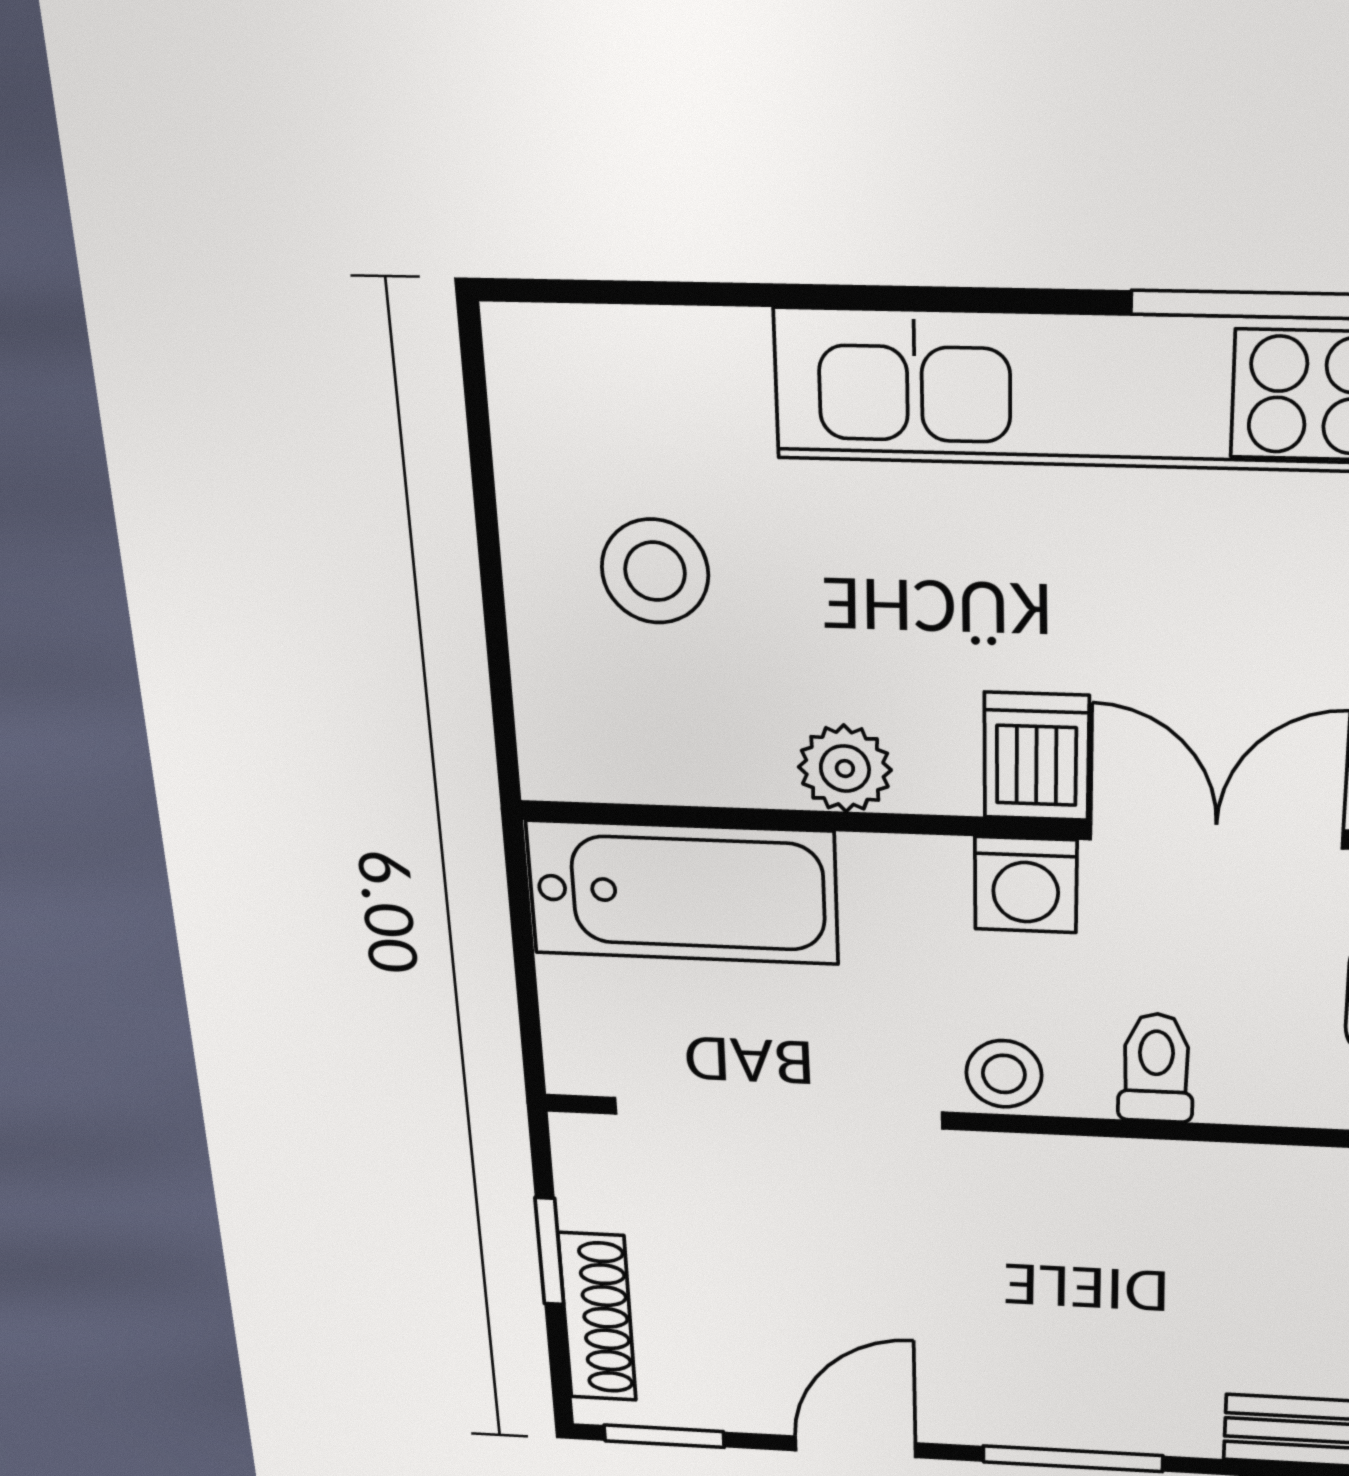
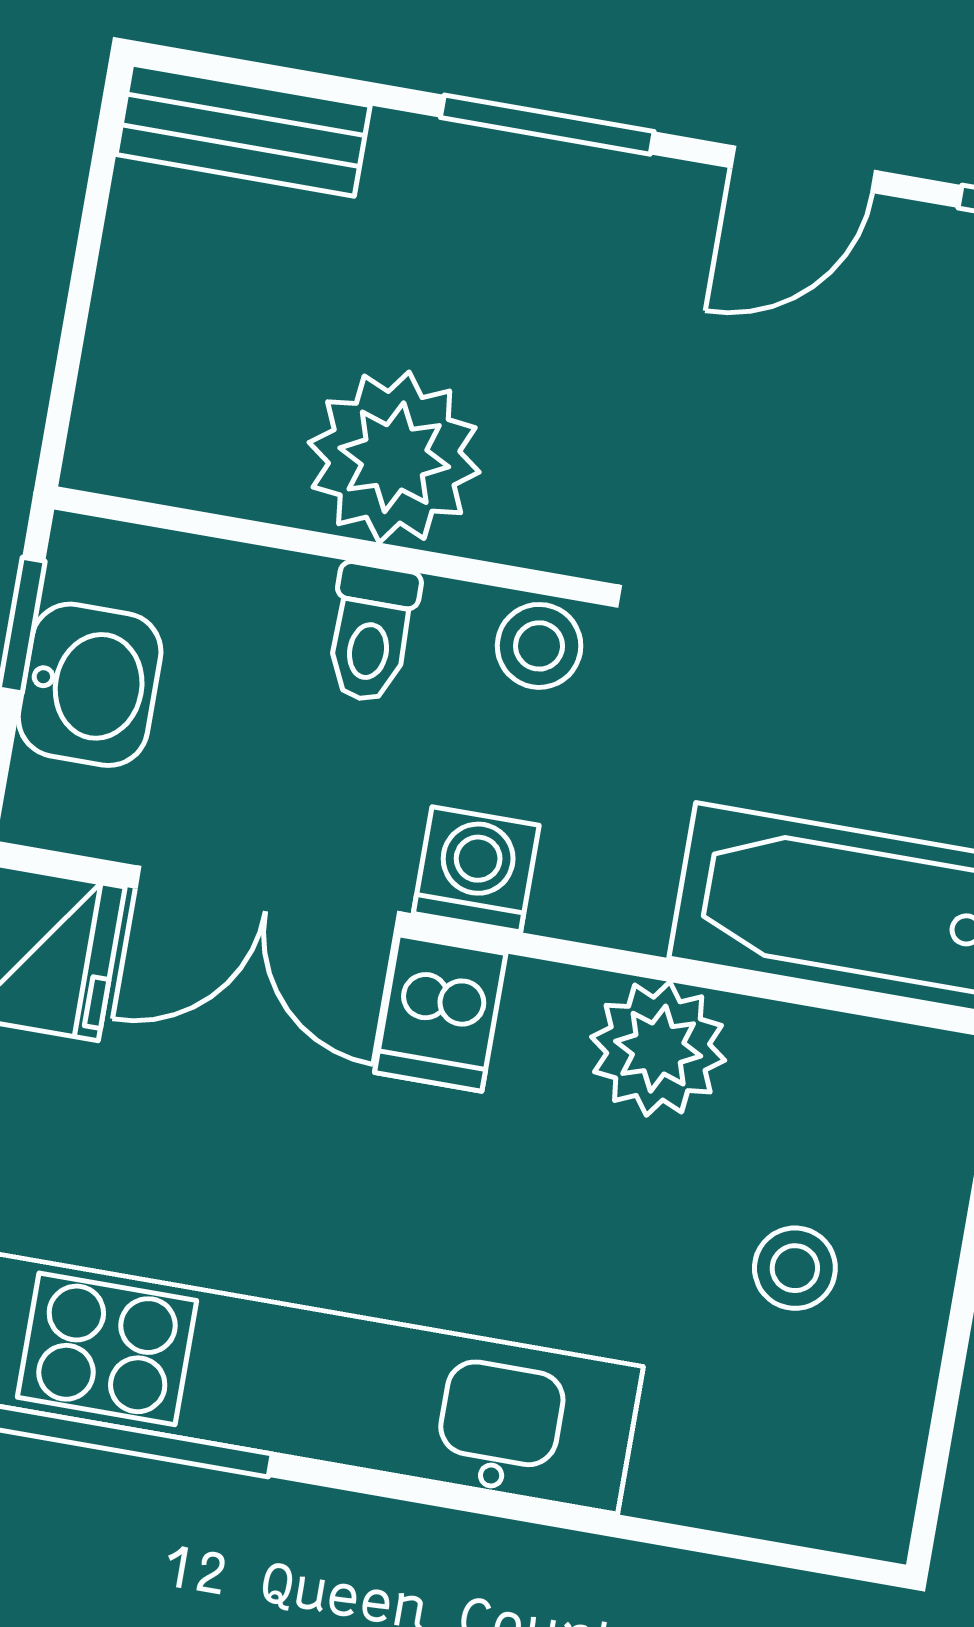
stool: (655, 571) -> (795, 1268), width x0.73, depth x0.73
plant: (845, 769) -> (658, 1049), width x1.38, depth x1.38
plant: (1159, 1206) -> (394, 457), added

